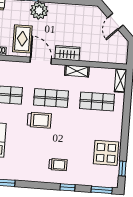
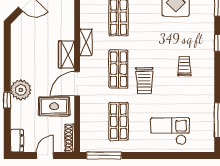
trolley: (39, 120) -> (144, 81), turned 180
trolley: (58, 165) -> (185, 66), moved

